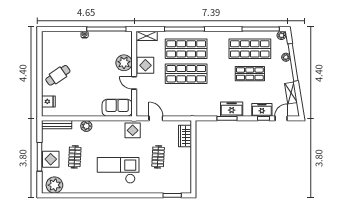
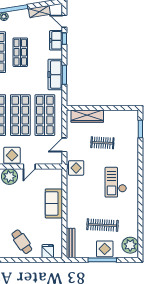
shop shelf: (186, 99) -> (45, 115), added
sofa: (117, 108) -> (54, 203), moved
freezer: (232, 109) -> (55, 75), width x1.40
plant: (86, 126) -> (72, 214), removed
wardrobe: (185, 136) -> (87, 116), width x1.50
clothes rail: (75, 157) -> (102, 225), width x1.36
checkout: (118, 170) -> (116, 182), width x0.73, depth x0.83

